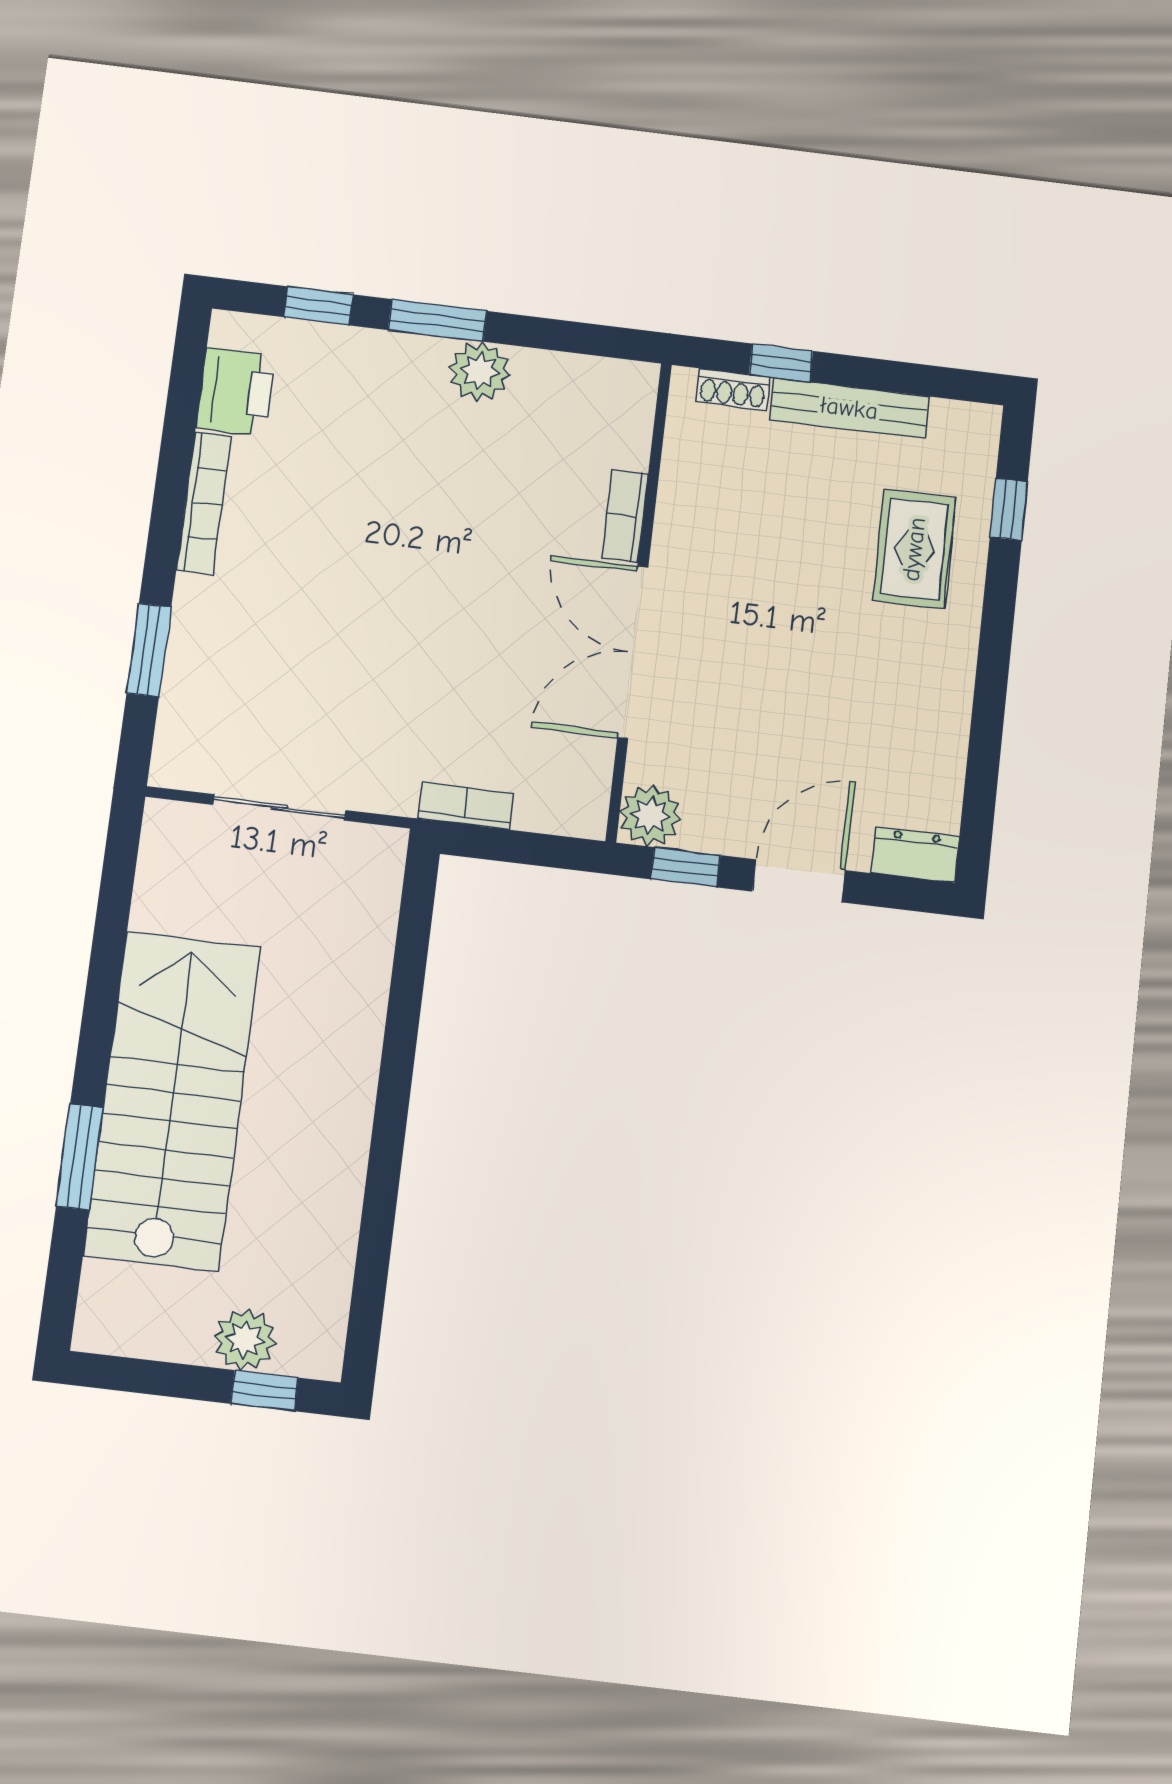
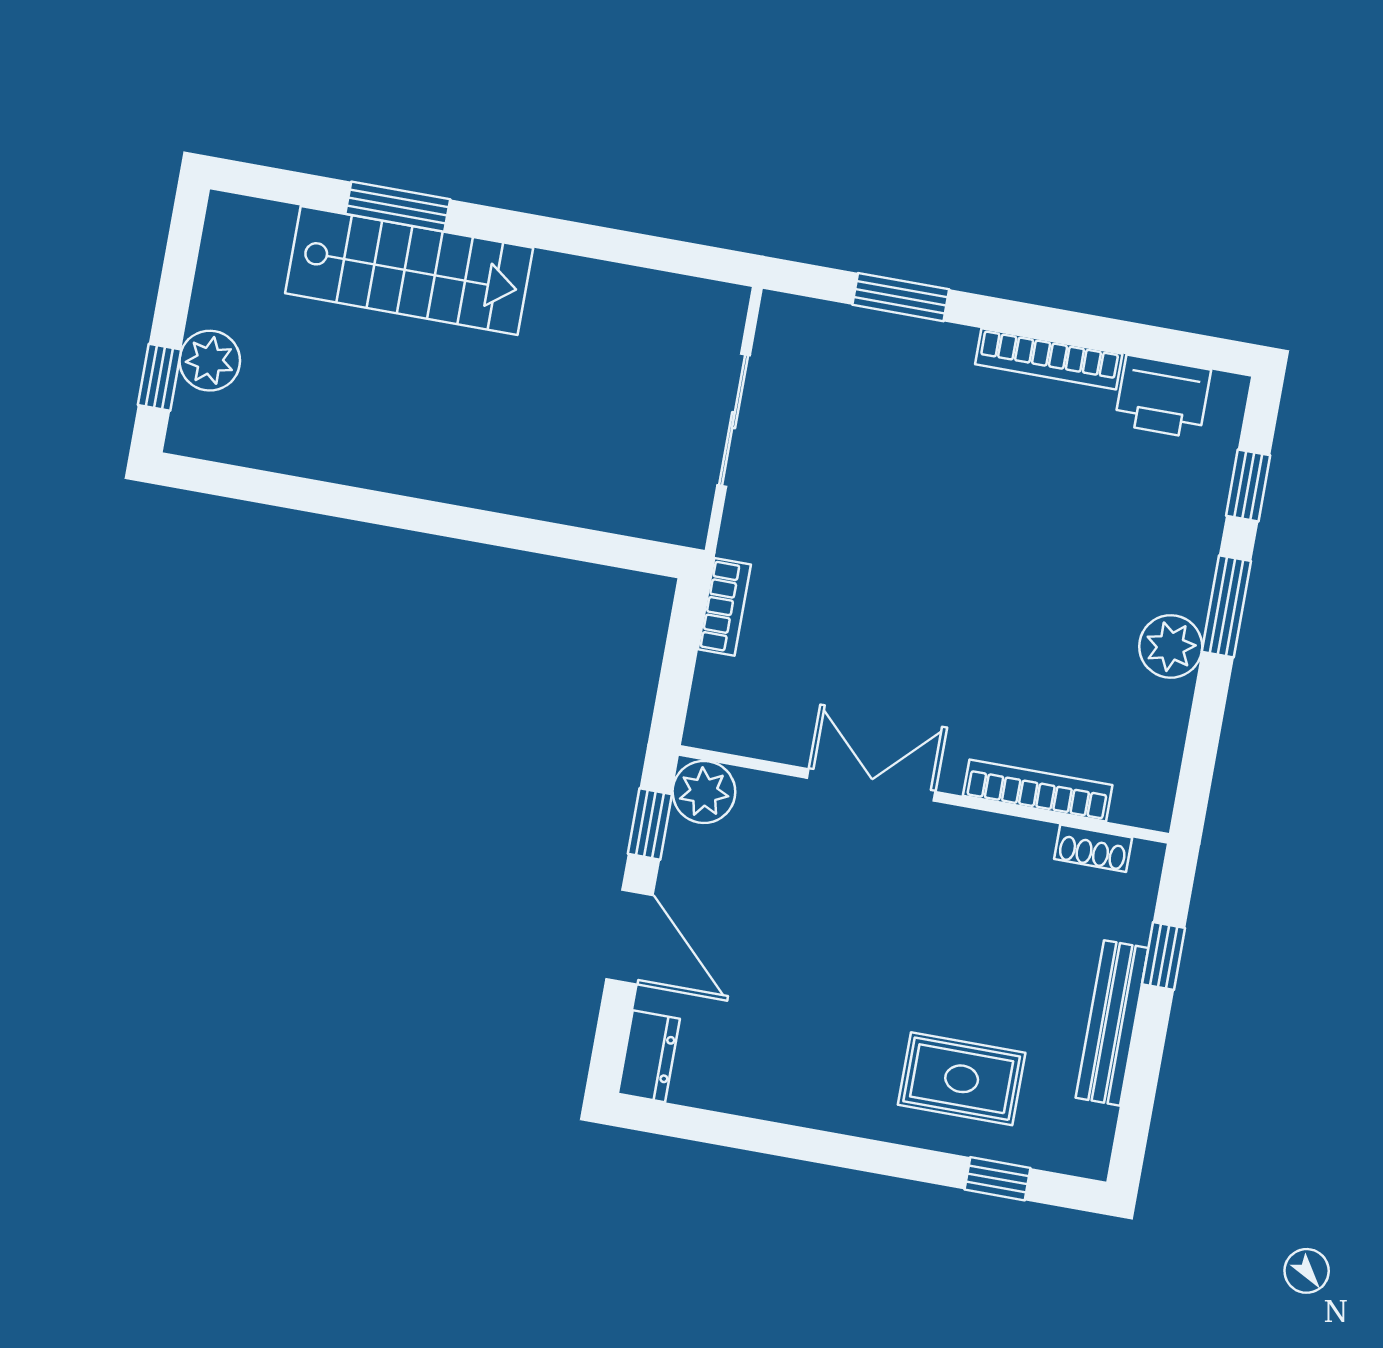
shoe rack: (733, 389) -> (1093, 848), moved, turned -90
bookcase: (625, 516) -> (1038, 790), width x1.56
double door: (633, 652) -> (871, 785), width x0.73
stairs: (172, 1101) -> (409, 271), width x0.73, depth x0.66

